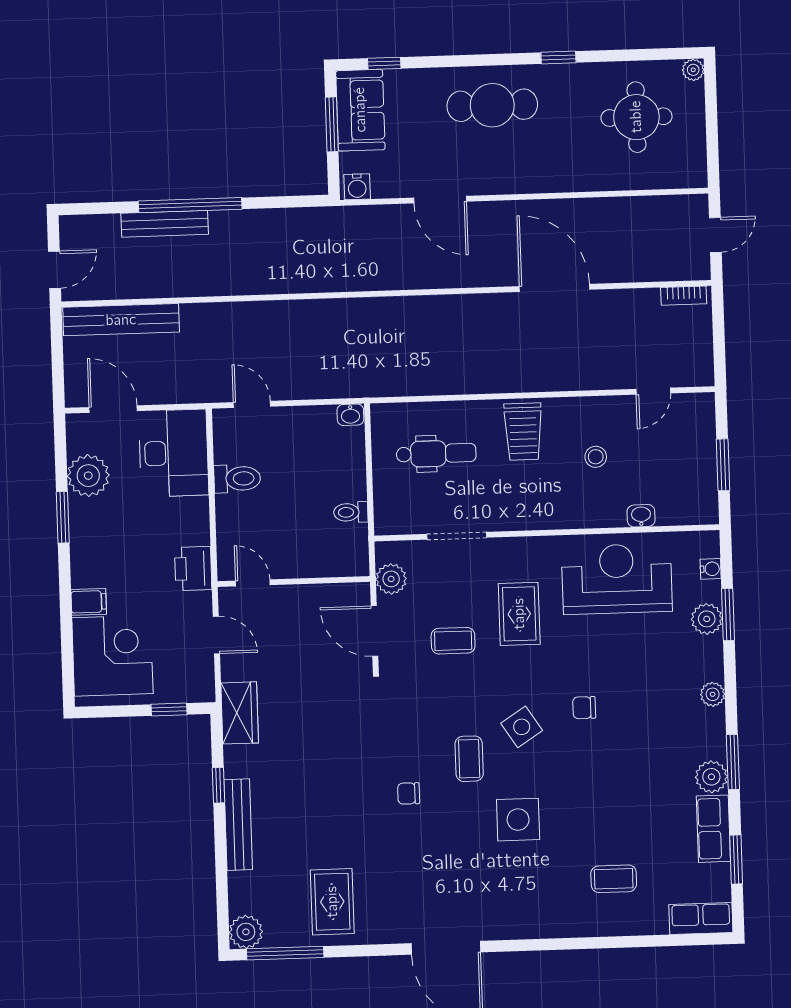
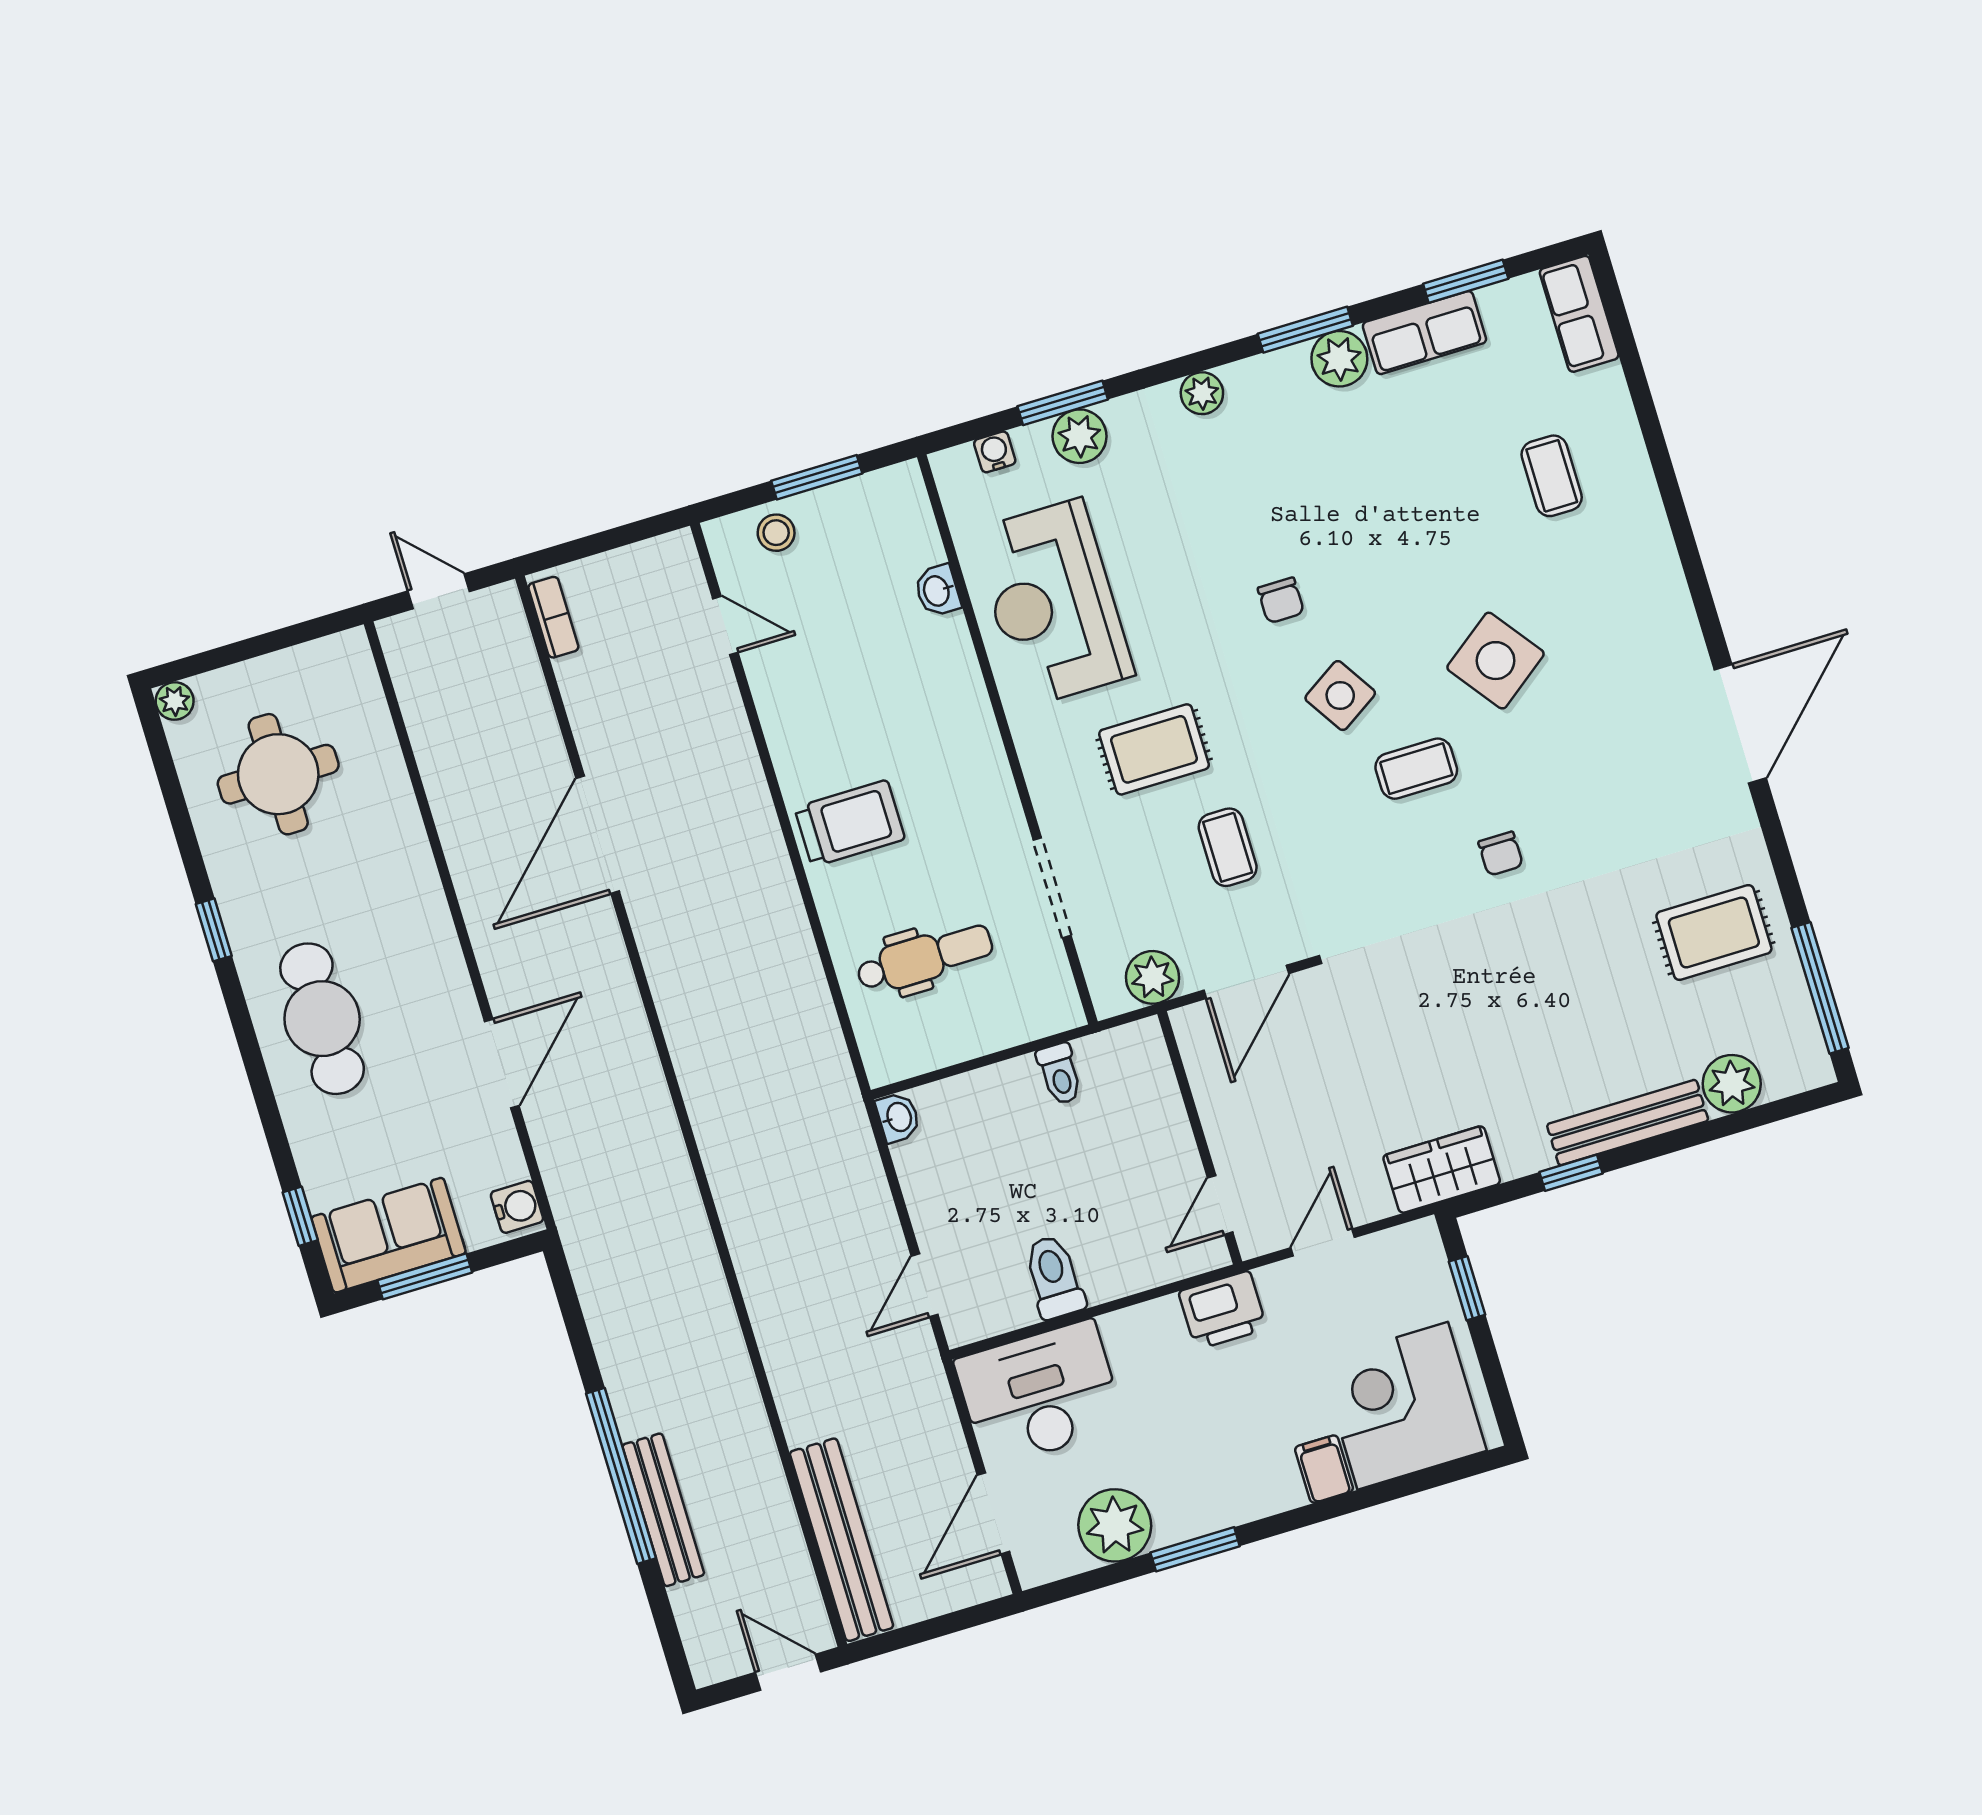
dental chair: (436, 454) -> (925, 958), turned 90
stool: (596, 457) -> (776, 533), moved
side table: (518, 820) -> (1496, 661), turned -37
plant: (246, 932) -> (1732, 1084), moved

